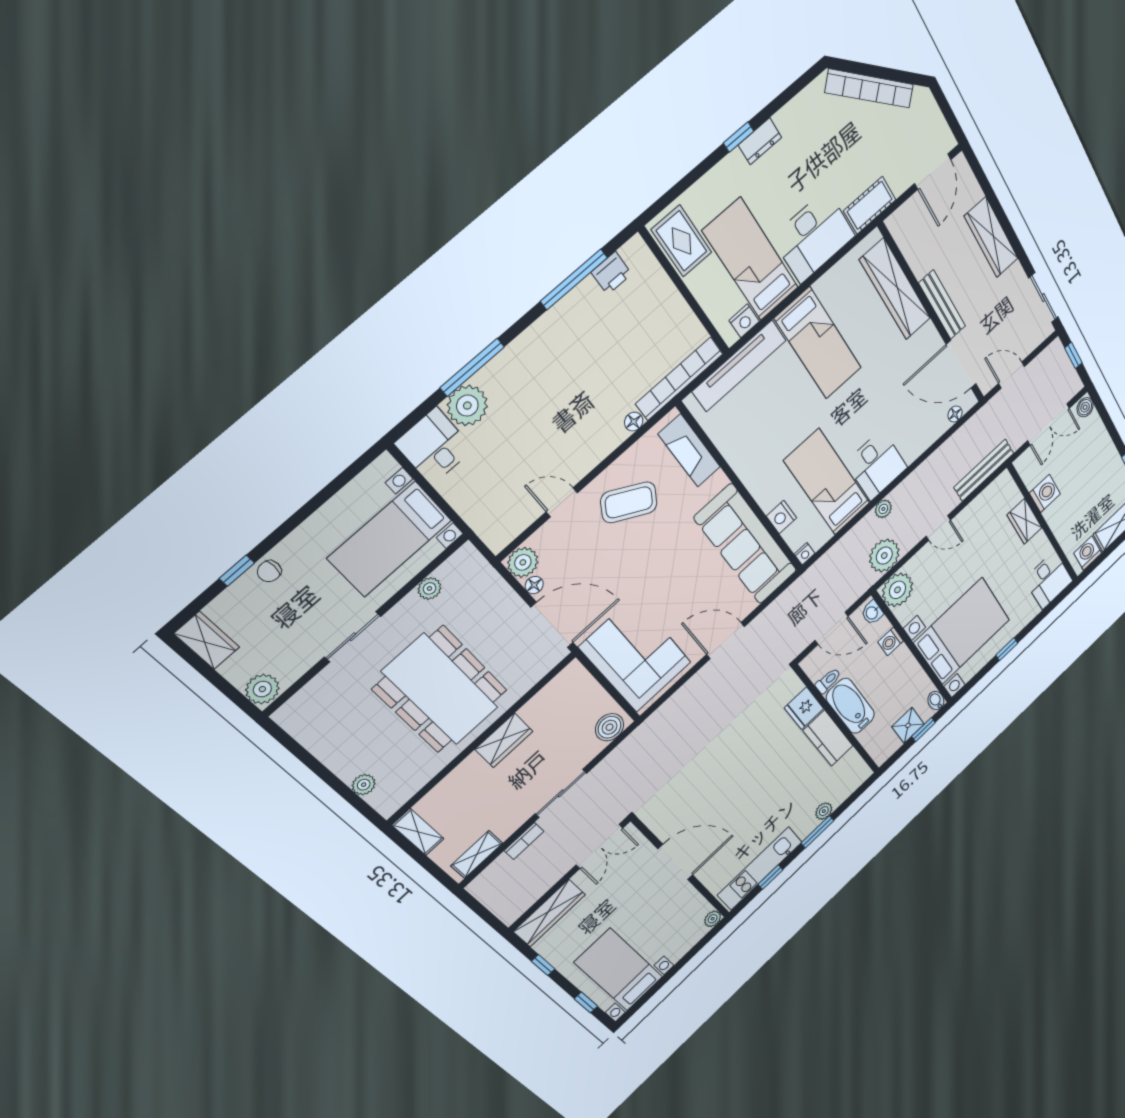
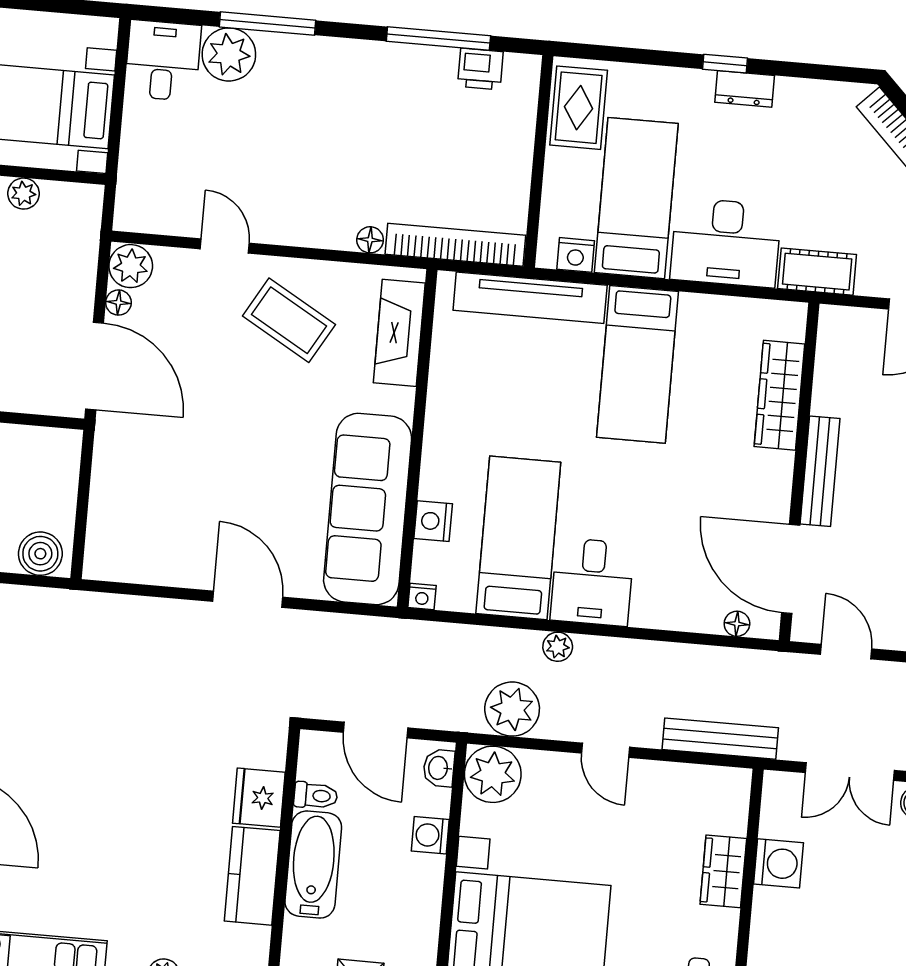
wardrobe: (895, 289) -> (779, 395), width x0.71, depth x0.85
corner sofa: (635, 655) -> (142, 500), removed

